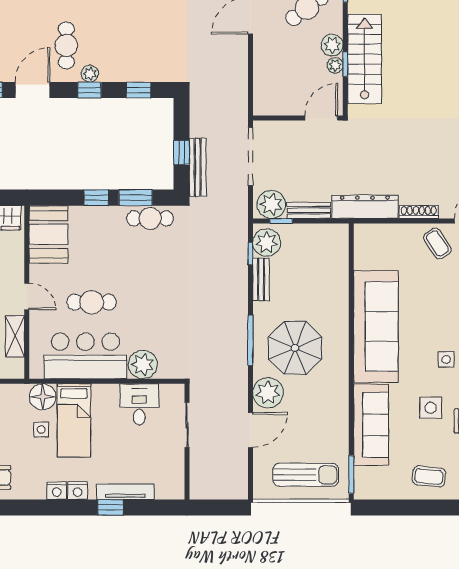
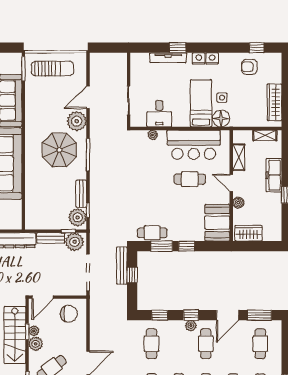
cafe table: (151, 45) -> (152, 344), added
chair: (280, 92) -> (69, 314), added
boiler: (16, 266) -> (238, 203), added
plant: (143, 364) -> (153, 135), width x0.53, depth x0.53
sun lounger: (306, 475) -> (53, 69), turned 180

